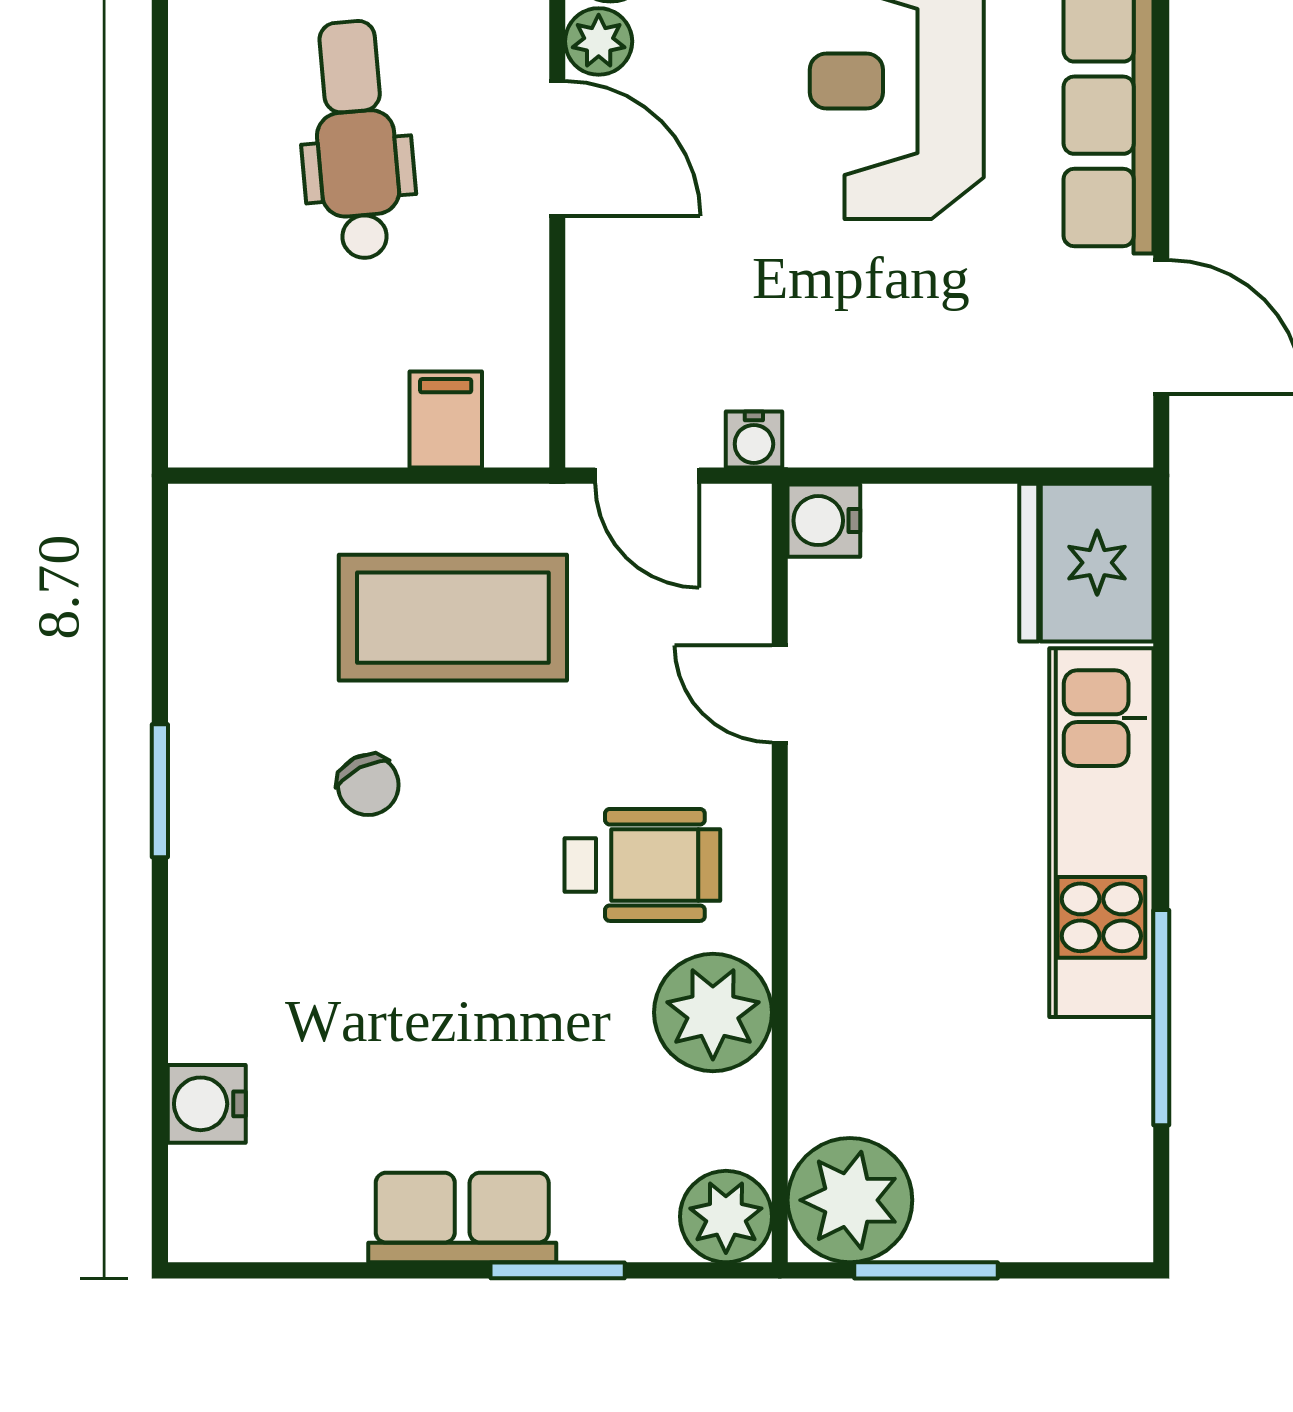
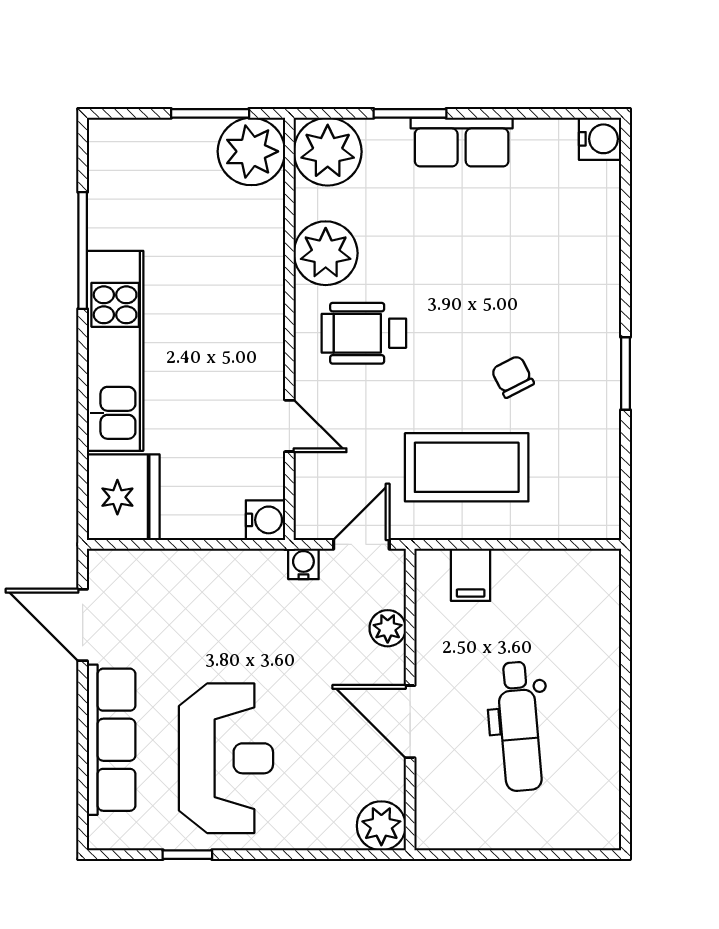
plant: (599, 41) -> (388, 628), moved
door: (647, 476) -> (361, 544), hinge flipped
water cooler: (207, 1104) -> (600, 139), moved
plant: (726, 1217) -> (328, 152), width x1.36, depth x1.36

